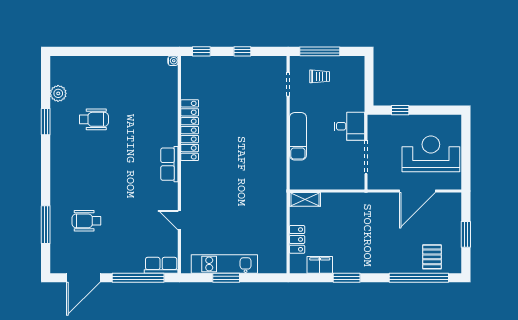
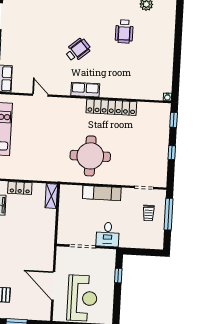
round table: (252, 153) -> (90, 156), added
door: (179, 220) -> (40, 95), hinge flipped
wheelchair: (87, 221) -> (78, 50), moved, turned 49

